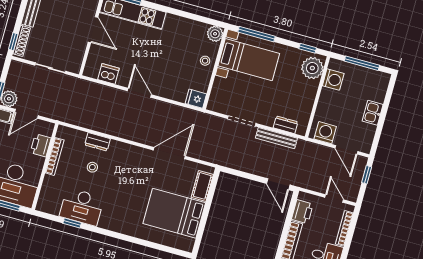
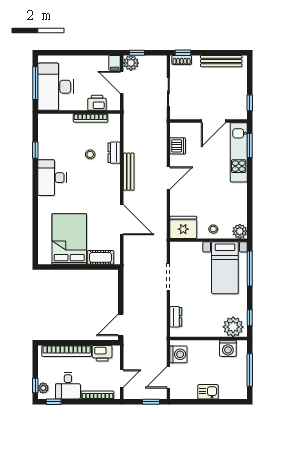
shoe rack: (22, 41) -> (182, 60), width x0.70
fridge: (196, 99) -> (183, 227), width x1.88, depth x1.34
bench: (276, 138) -> (129, 172), moved
desk: (82, 207) -> (52, 178), moved

